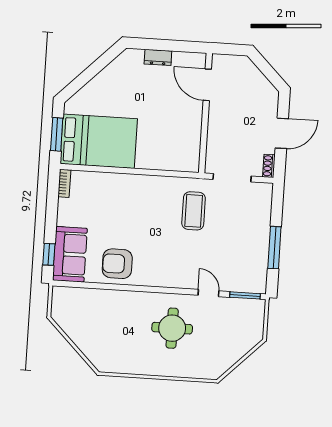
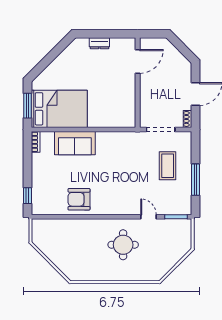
door: (207, 85) -> (138, 61), swing flipped
coffee table: (194, 211) -> (168, 166), moved
sofa: (70, 254) -> (75, 143), moved, turned 90

